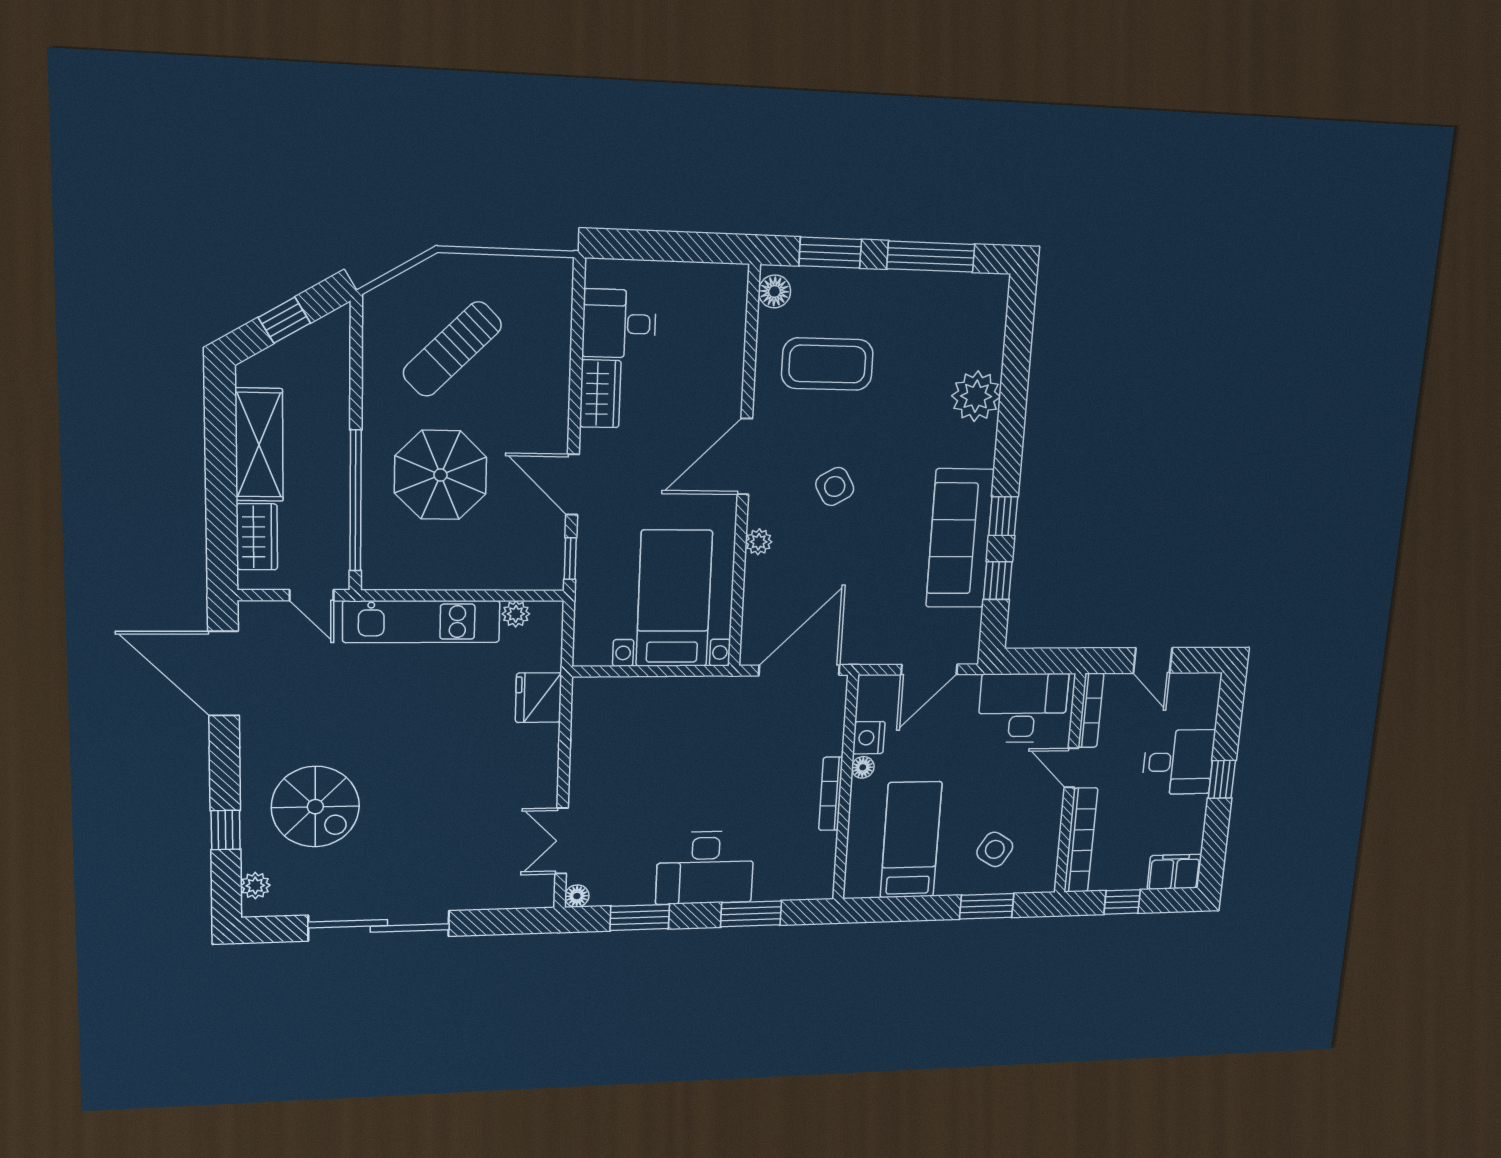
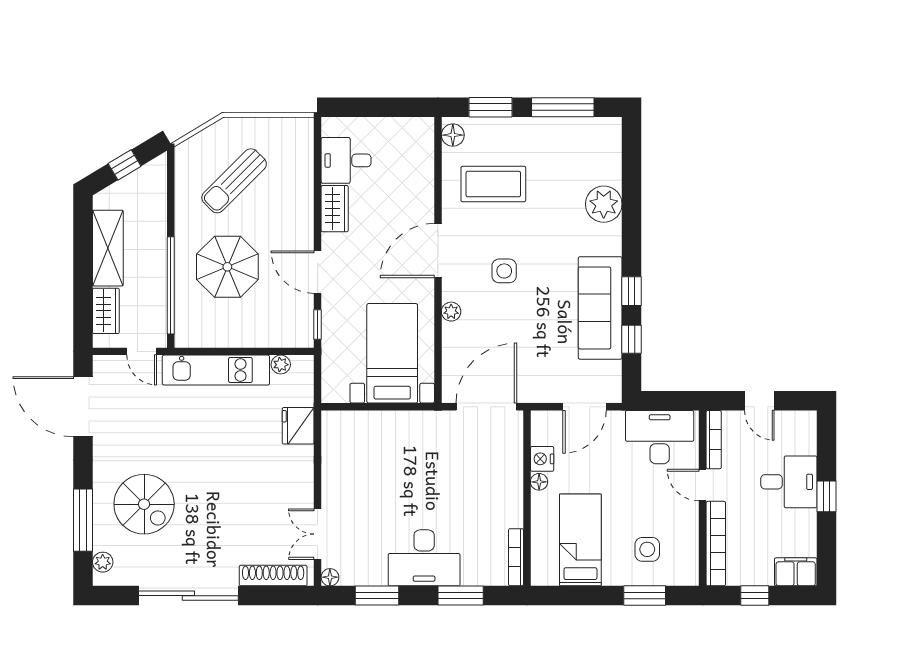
side table: (835, 486) -> (504, 271), turned 30
bookcase: (831, 794) -> (516, 557), moved
window: (226, 830) -> (83, 520), width x2.17
side table: (995, 849) -> (647, 549), turned -32
shoe rack: (498, 896) -> (273, 576), added

